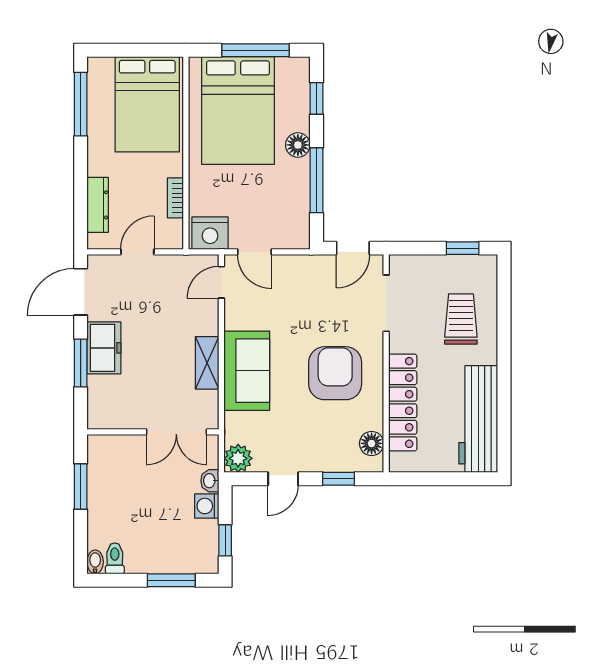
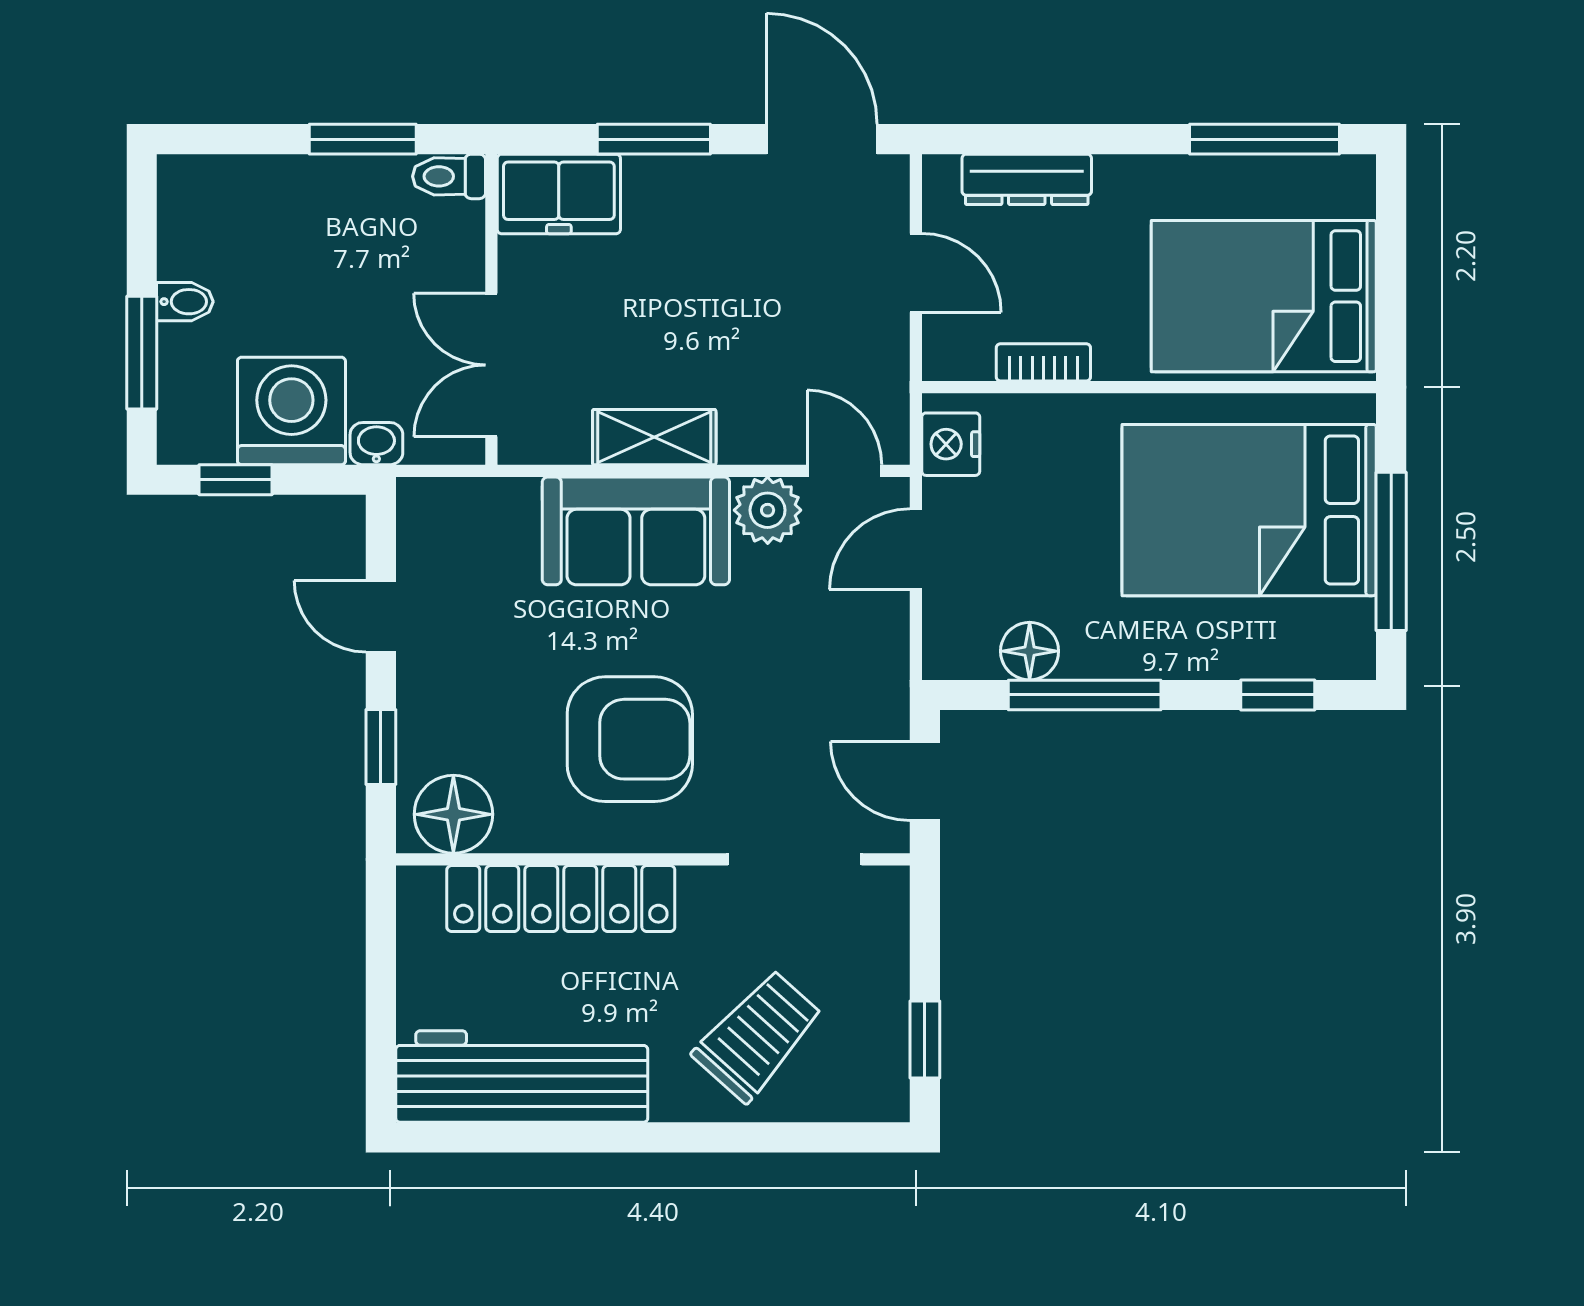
floor lamp: (298, 145) -> (1030, 651), moved
nightstand: (210, 233) -> (951, 444), width x0.74, depth x0.75
trolley: (461, 319) -> (758, 1036), turned -48
freezer: (104, 348) -> (559, 194), moved
floor lamp: (372, 443) -> (453, 814), width x1.38, depth x1.38
plant: (238, 458) -> (768, 510), moved
washing machine: (207, 506) -> (291, 411), width x1.89, depth x1.89
toilet: (115, 558) -> (449, 176), moved, turned 180
bidet: (95, 562) -> (185, 302), moved

